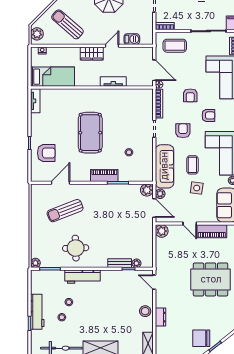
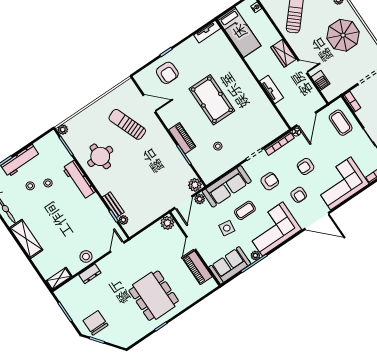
pool table: (90, 133) -> (212, 100), turned 90

